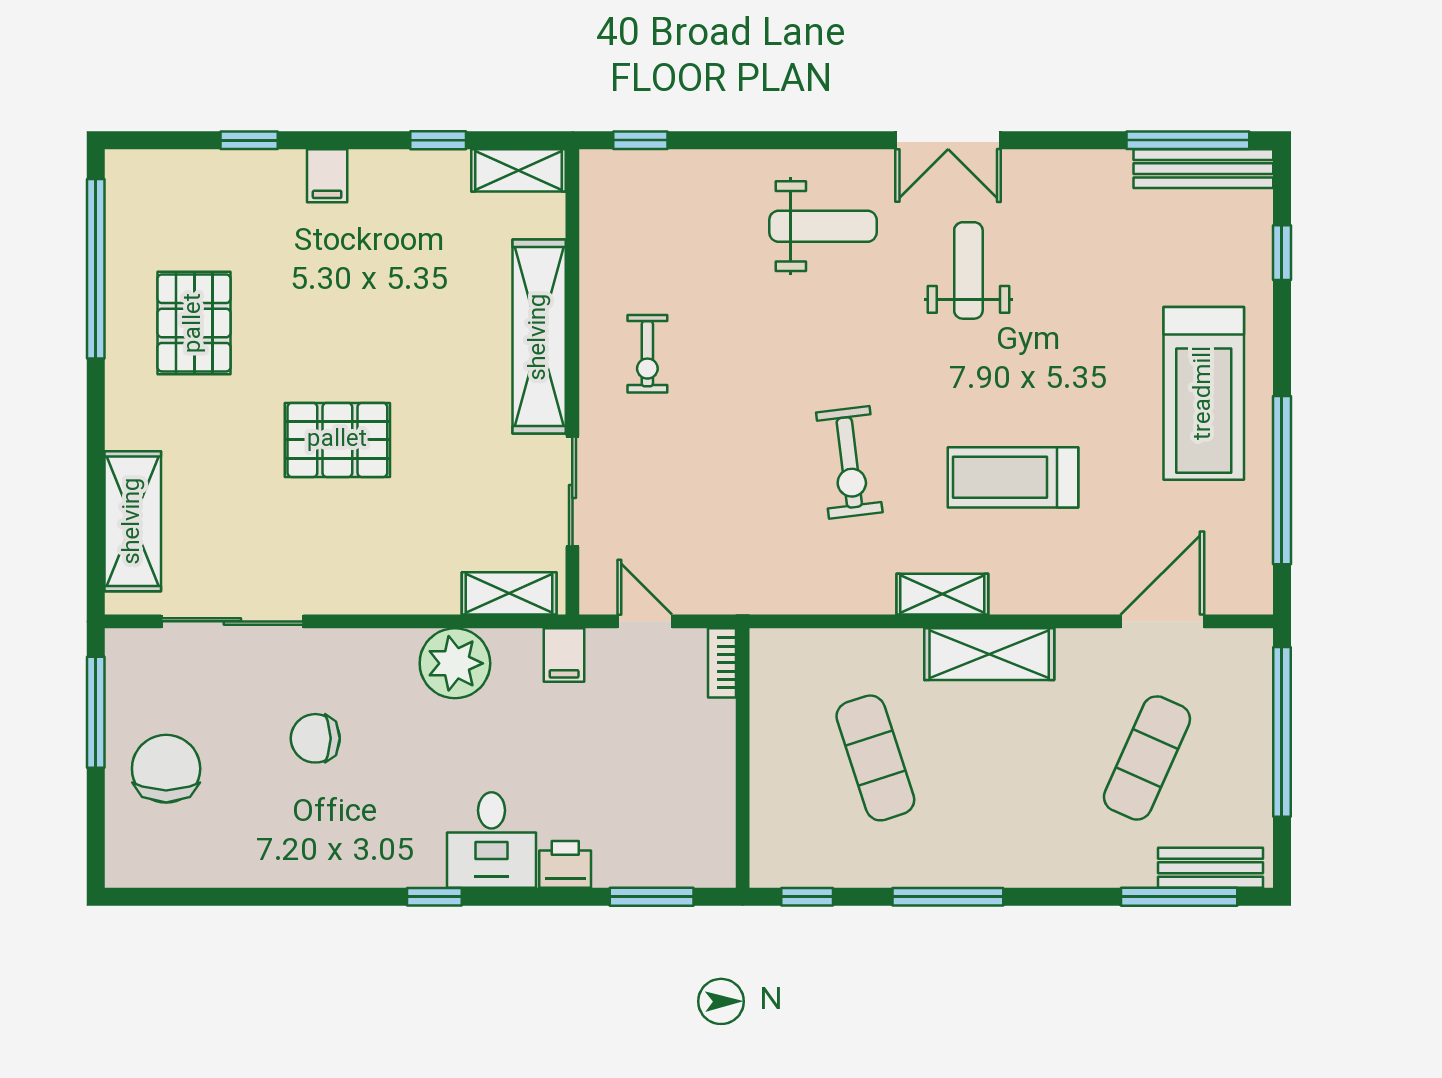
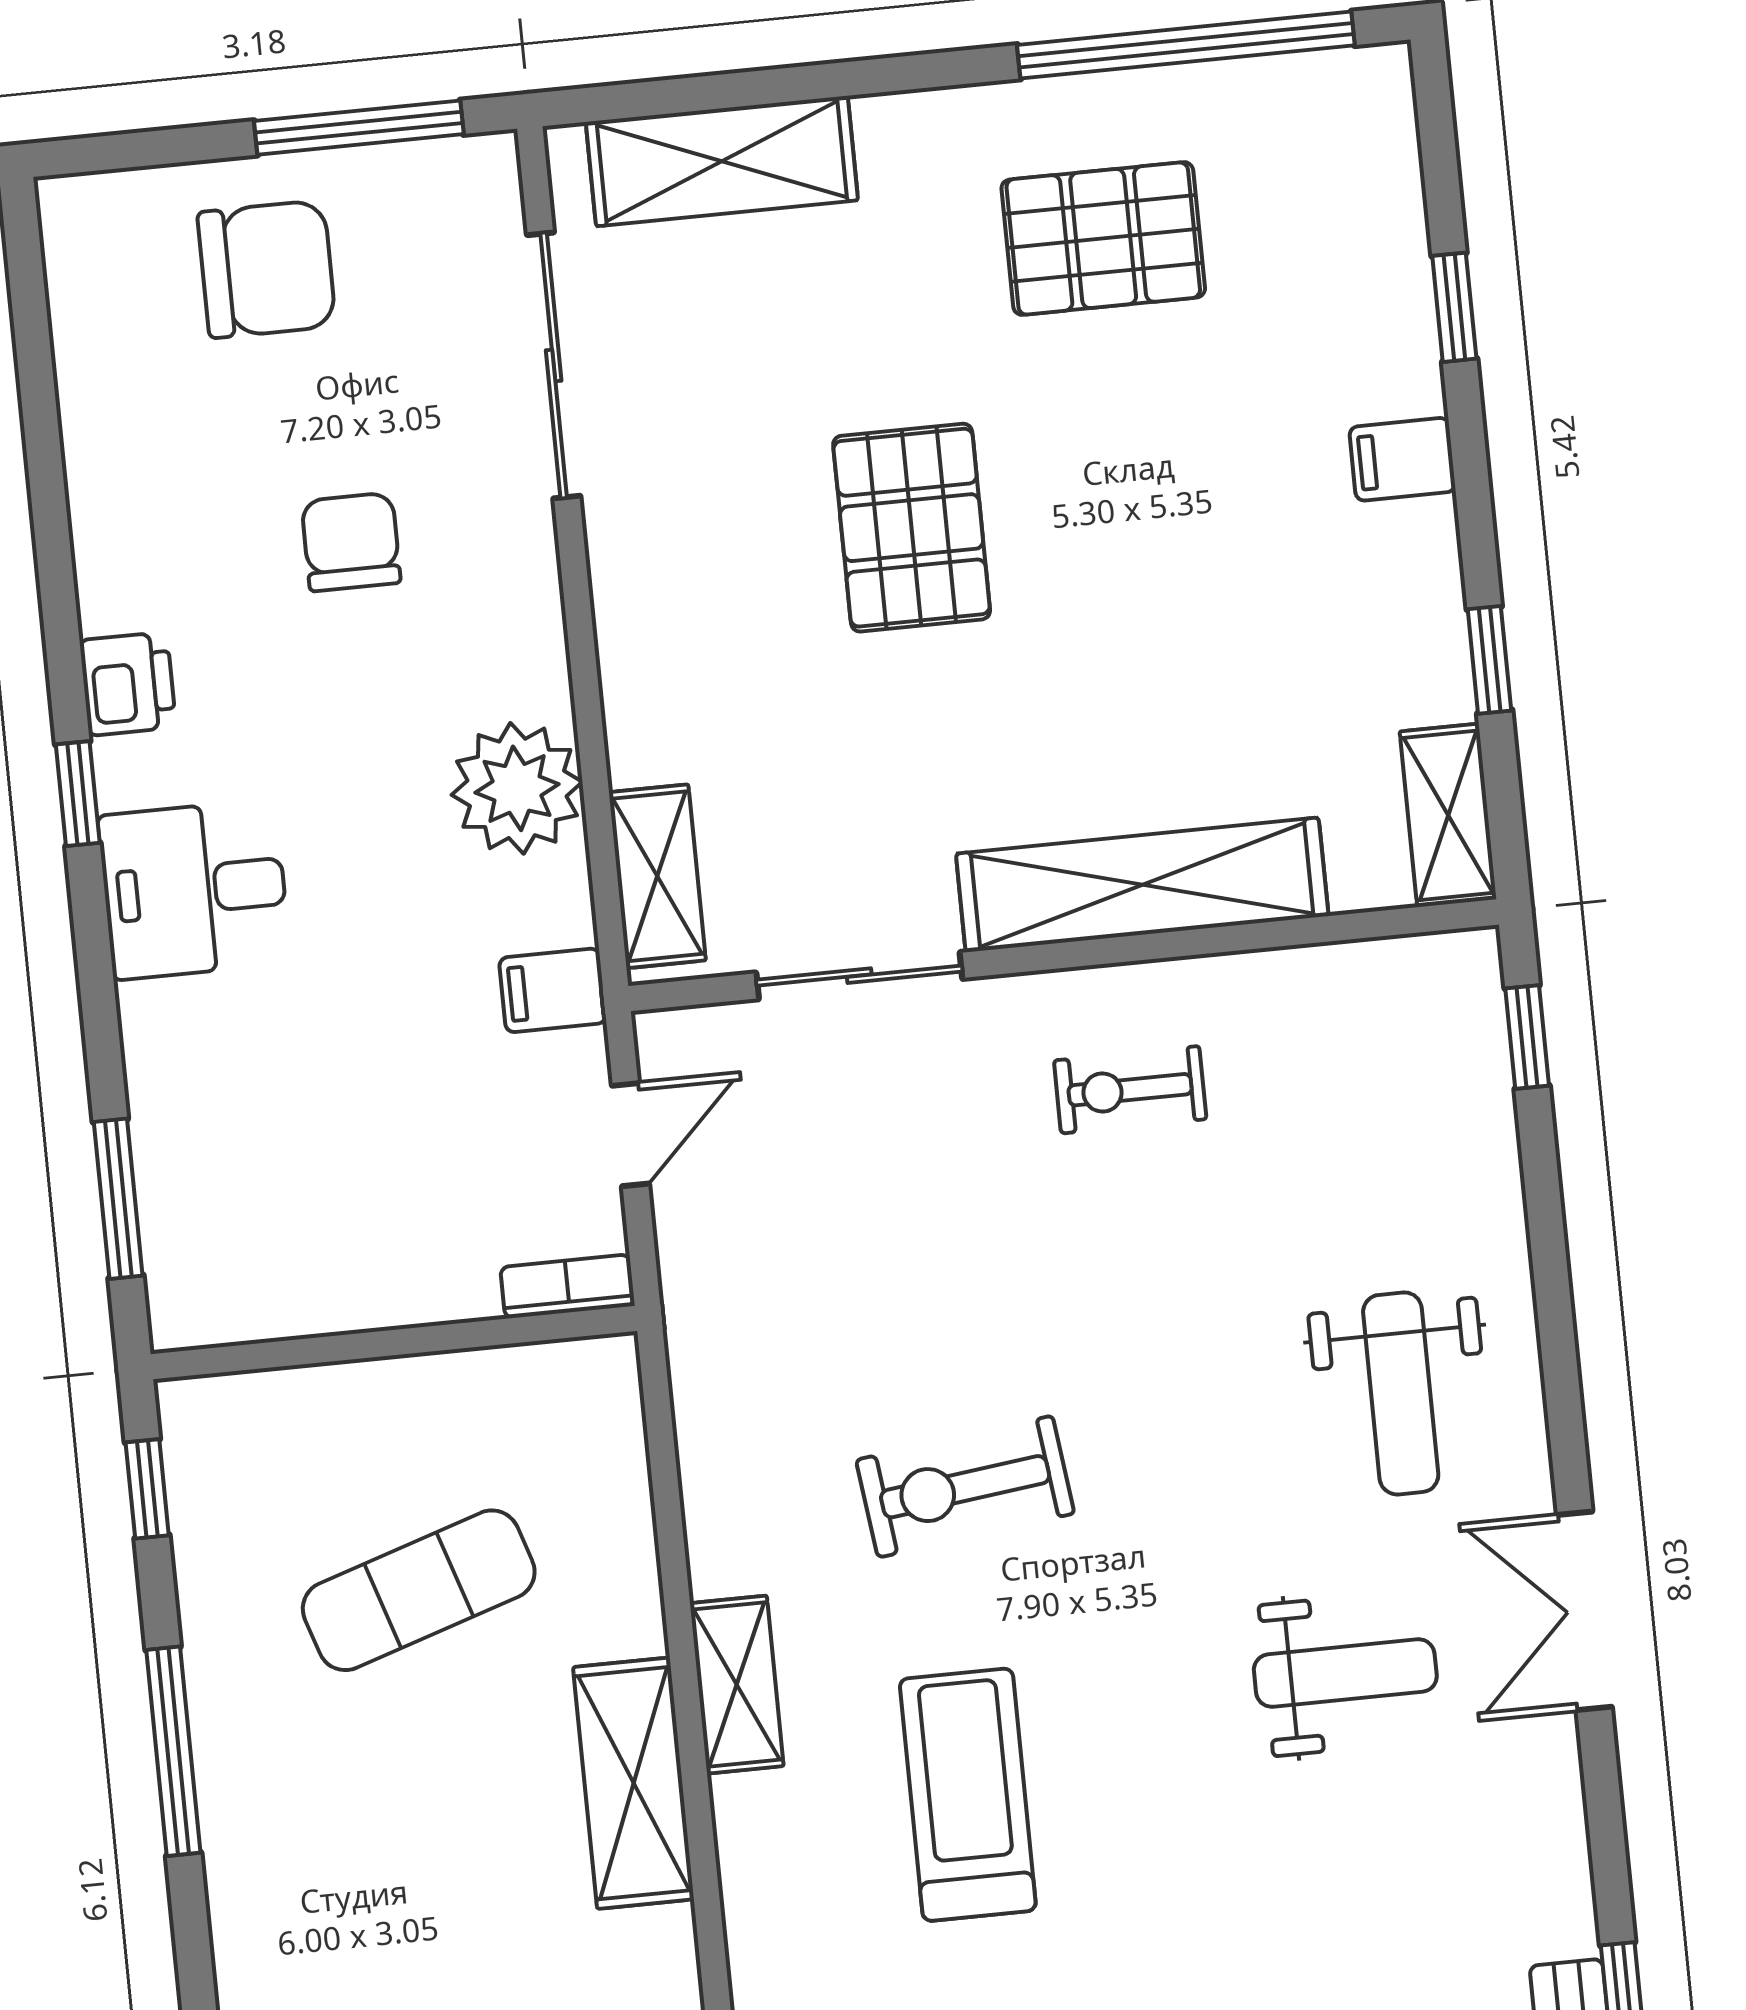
printer: (565, 864) -> (128, 684), moved

